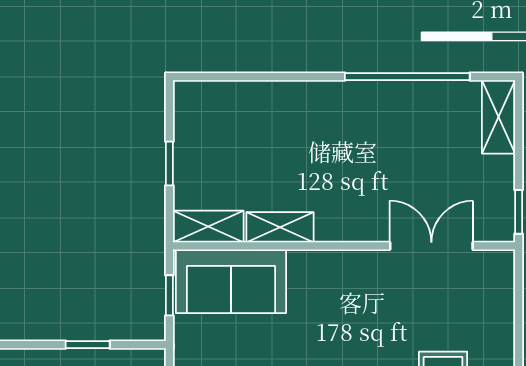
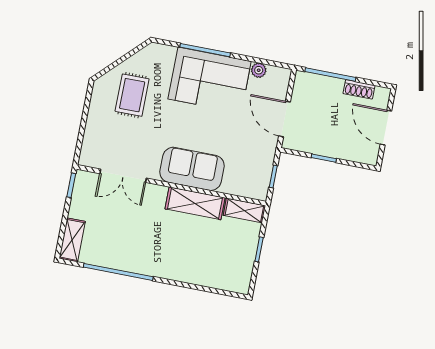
shelving: (280, 227) -> (195, 203), width x1.50, depth x1.33
sofa: (231, 281) -> (192, 169), moved

